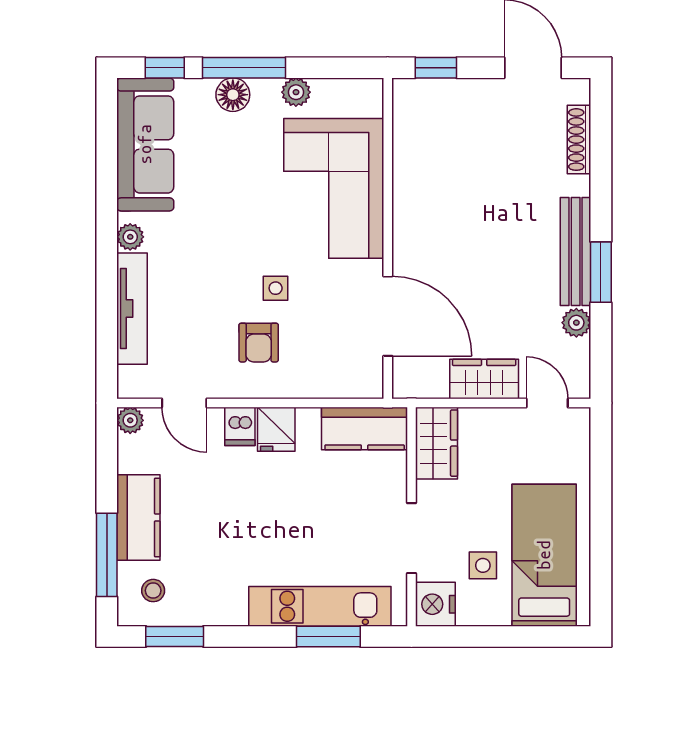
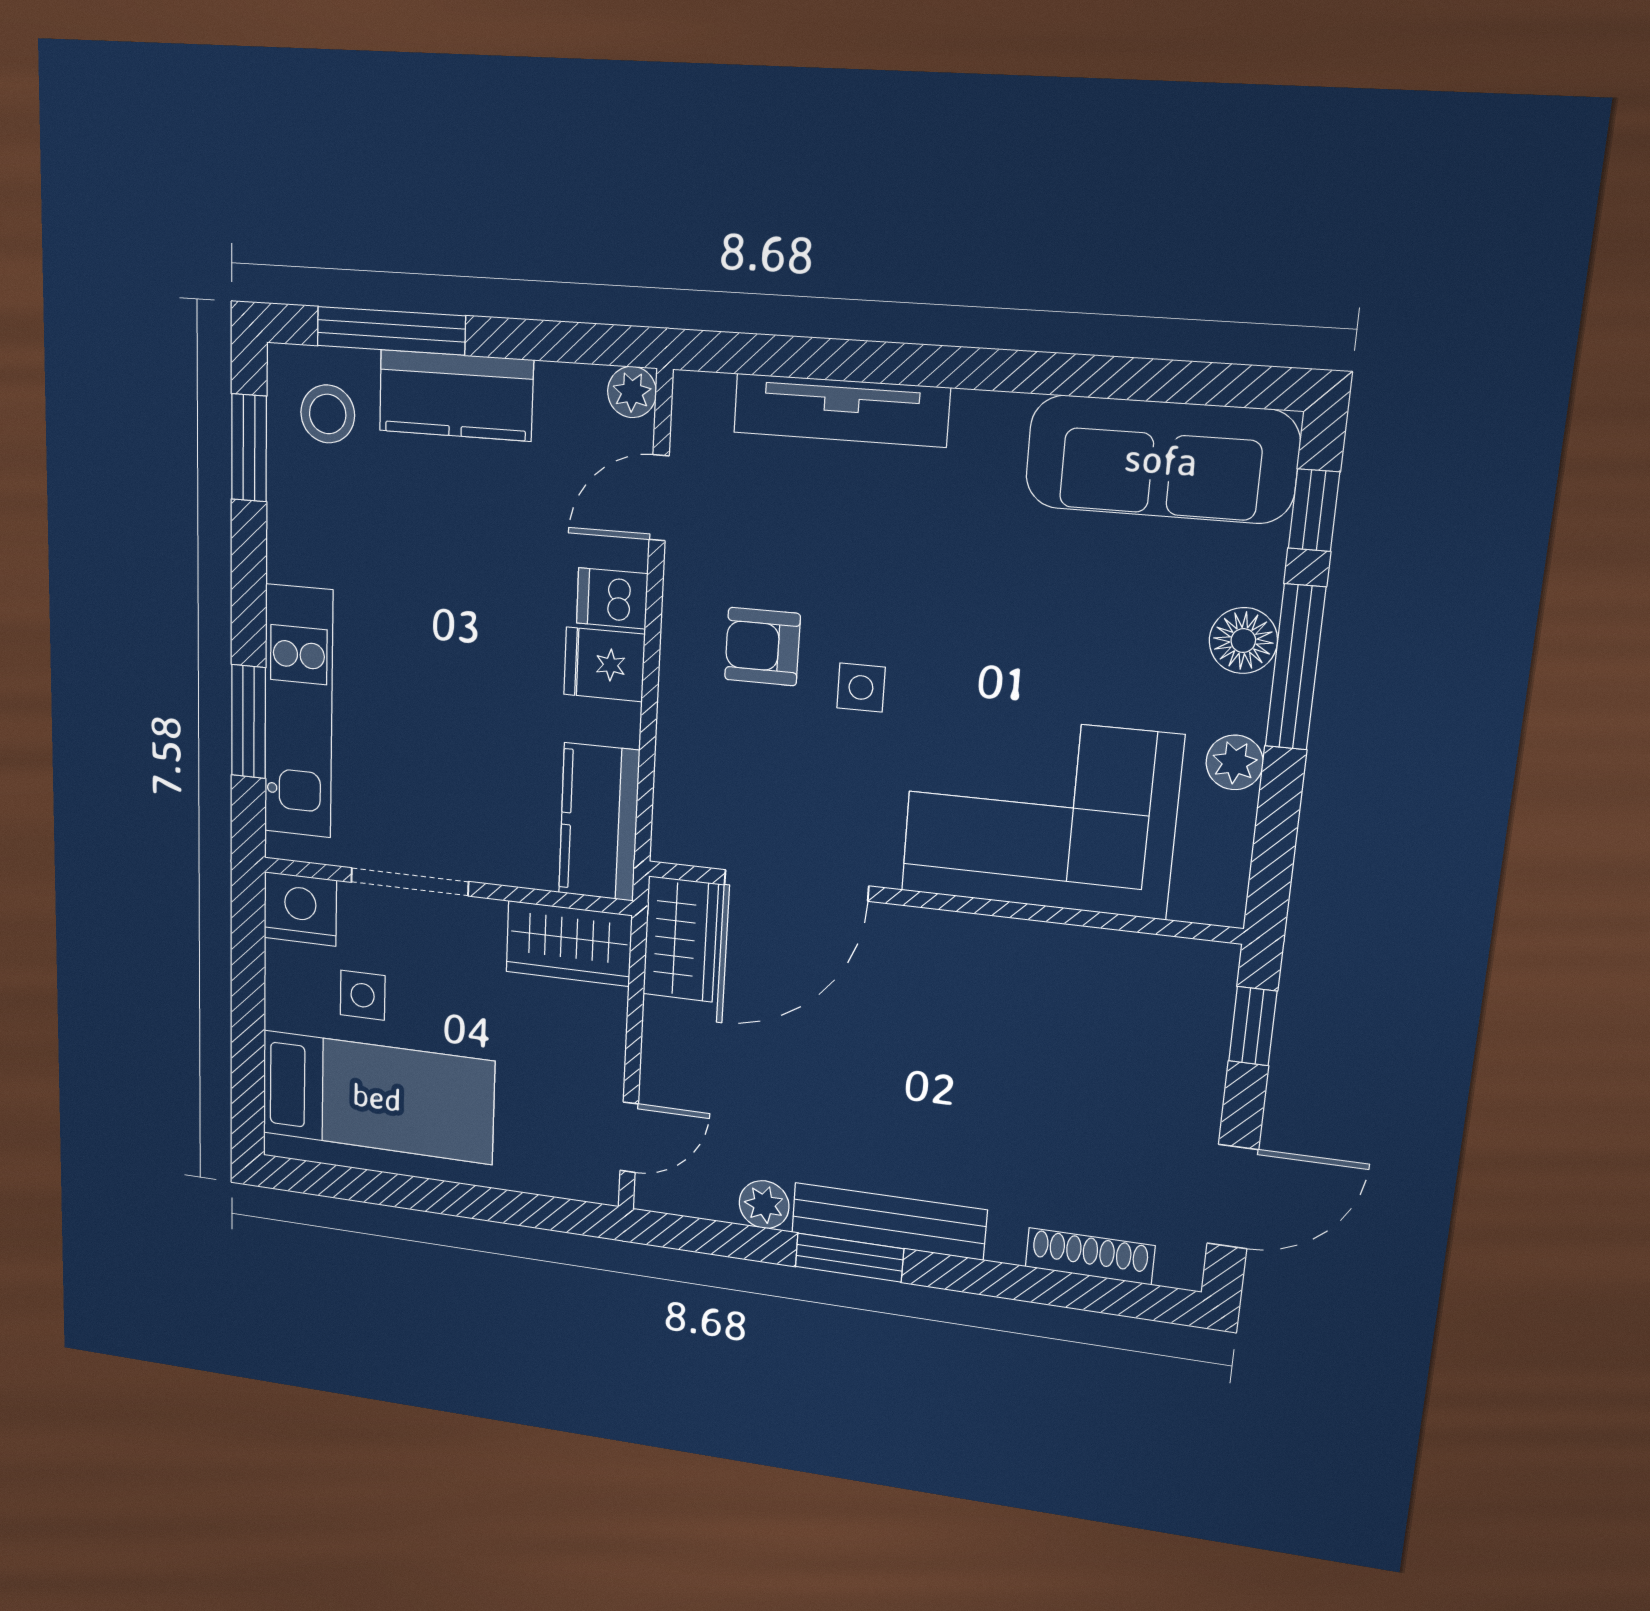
plant: (130, 237) -> (980, 416), removed
wardrobe: (484, 379) -> (680, 939), moved
stool: (153, 591) -> (328, 414), width x1.37, depth x1.37

